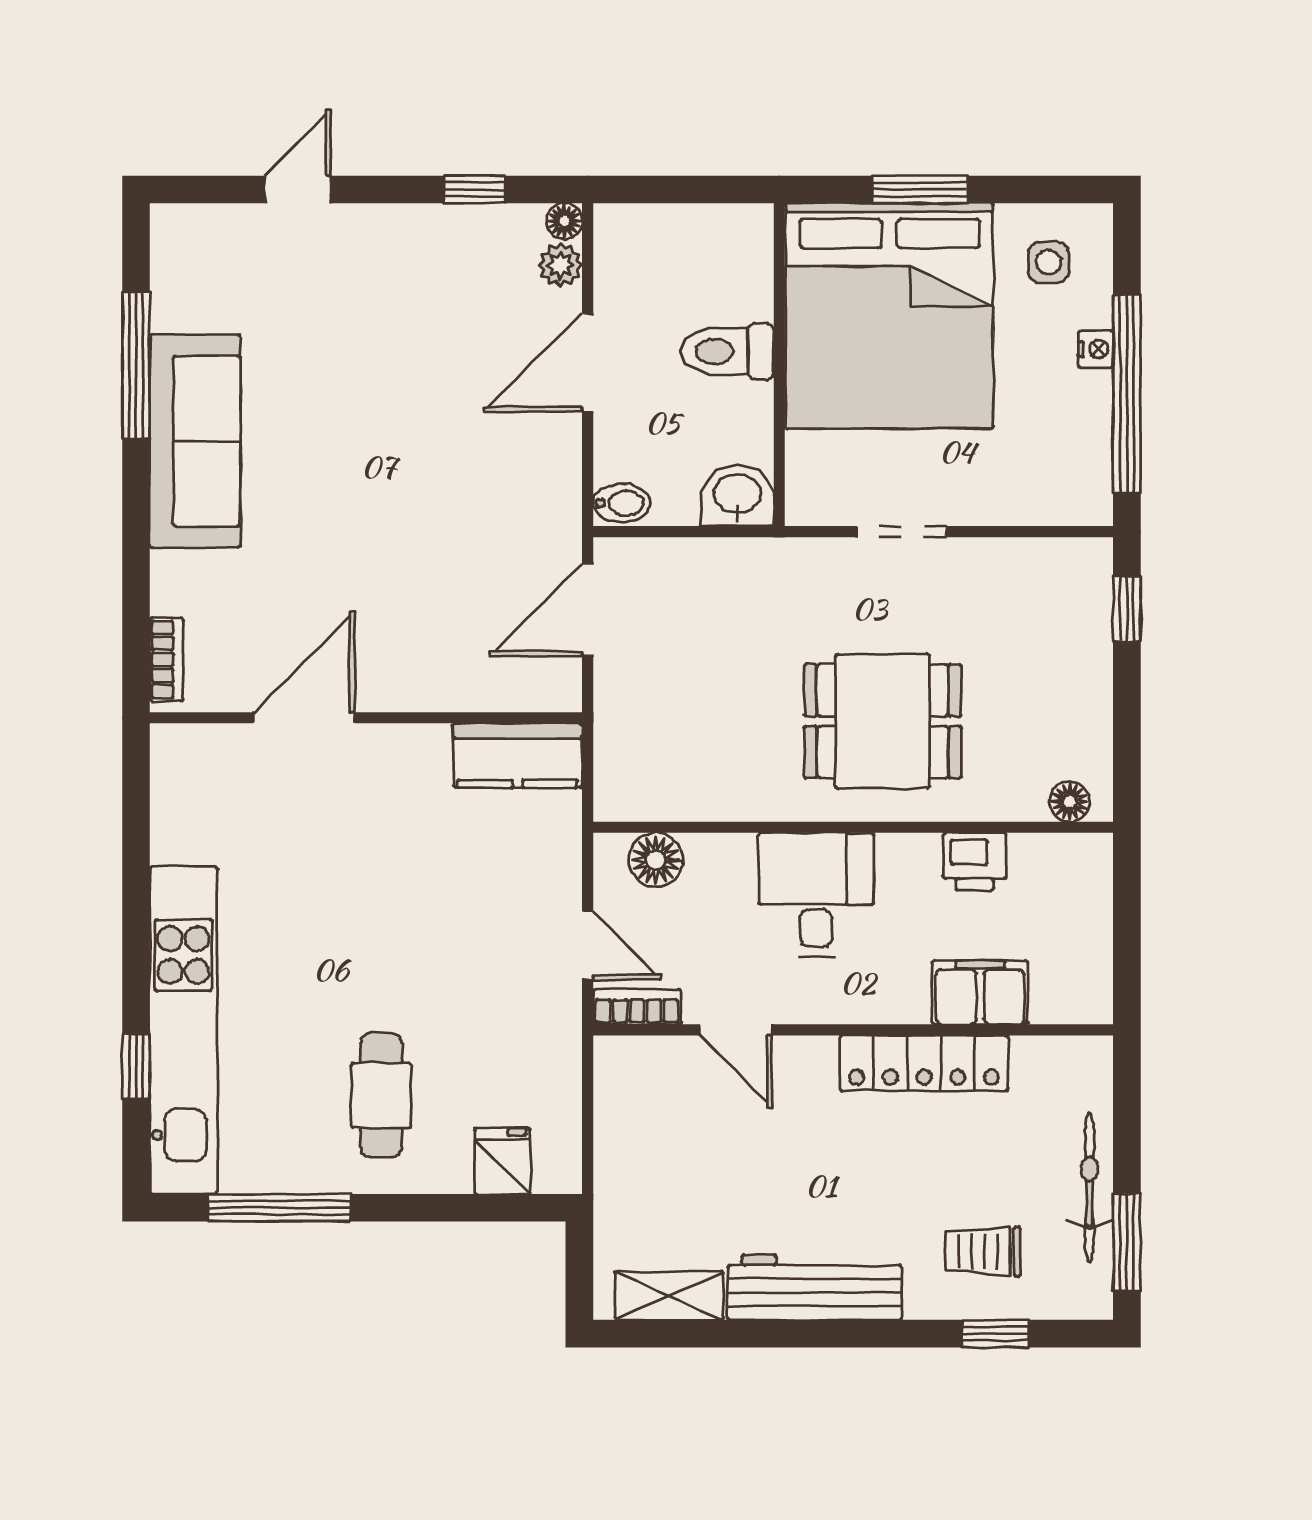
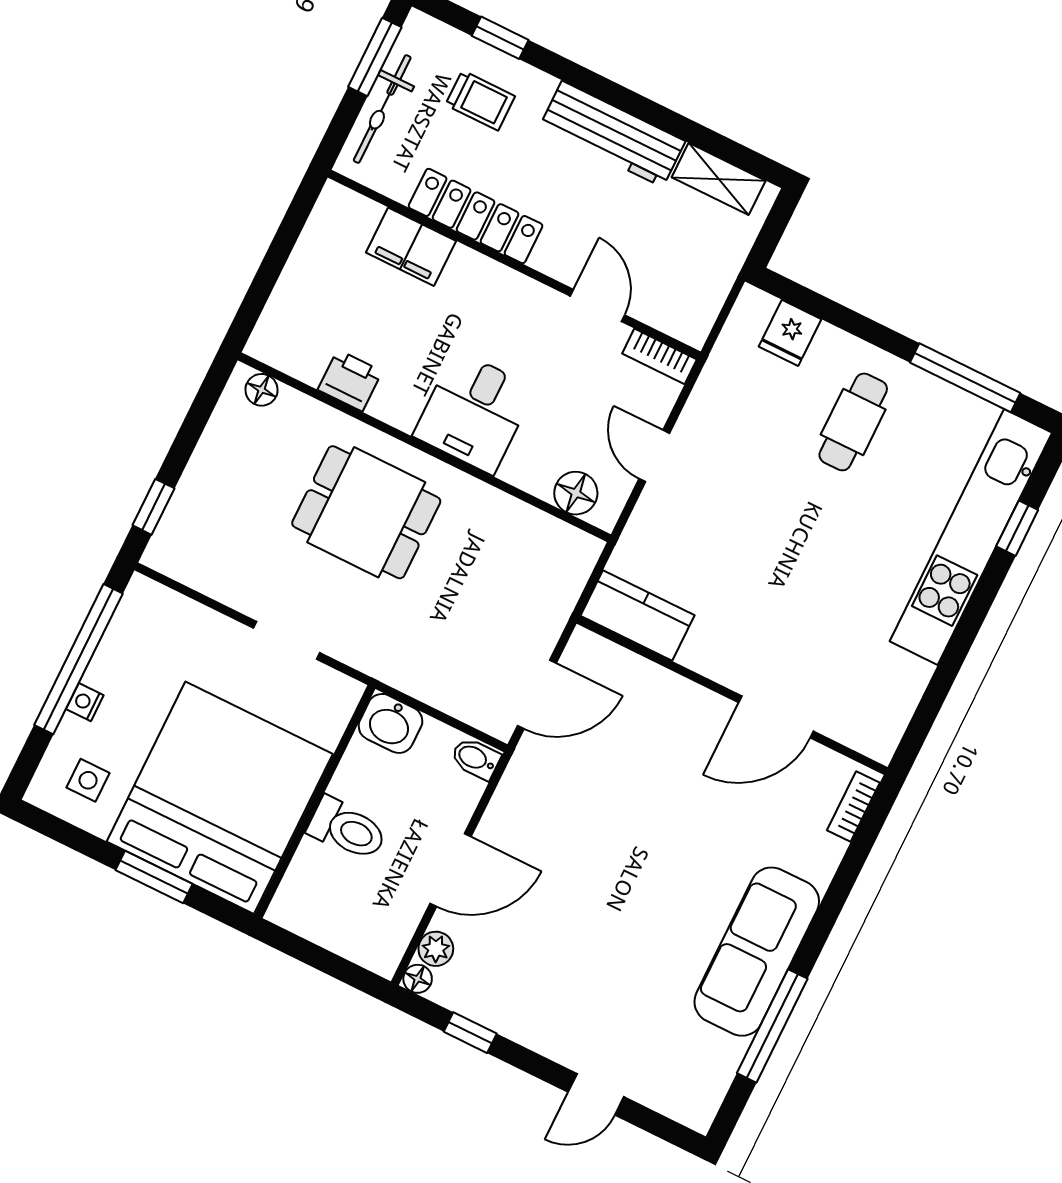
filing cabinet: (980, 992) -> (411, 247), moved
bookcase: (637, 1007) -> (660, 356), moved
door: (736, 1030) -> (597, 305), moved
wall: (853, 1030) -> (514, 264), moved
locker: (924, 1063) -> (476, 216), moved

